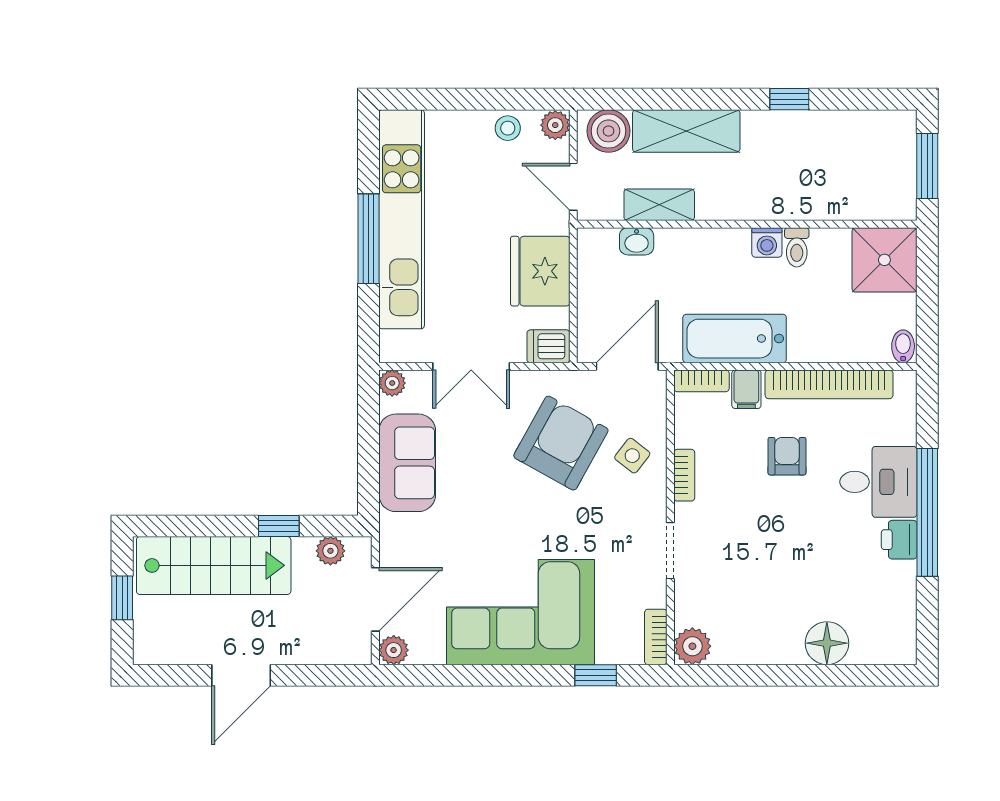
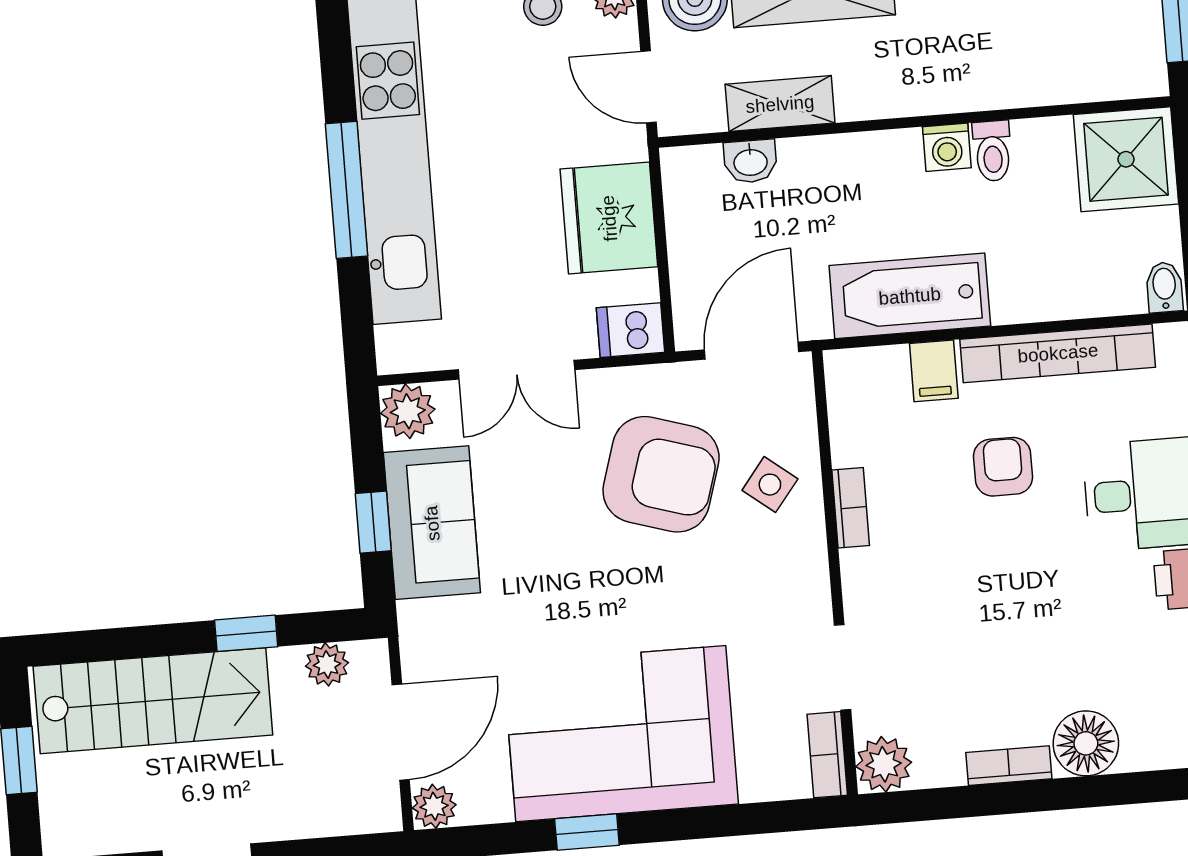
bookcase: (701, 381) -> (1009, 766), moved, turned 180
plant: (392, 383) -> (408, 411), width x1.38, depth x1.38
armchair: (561, 443) -> (661, 474), turned 78
window: (369, 459) -> (373, 522), added
doorway: (670, 551) -> (842, 667), moved
window: (596, 675) -> (587, 832), moved

